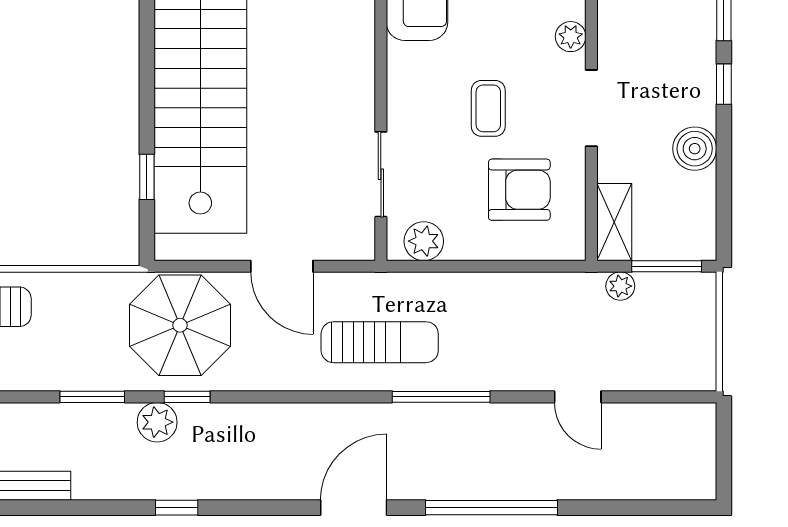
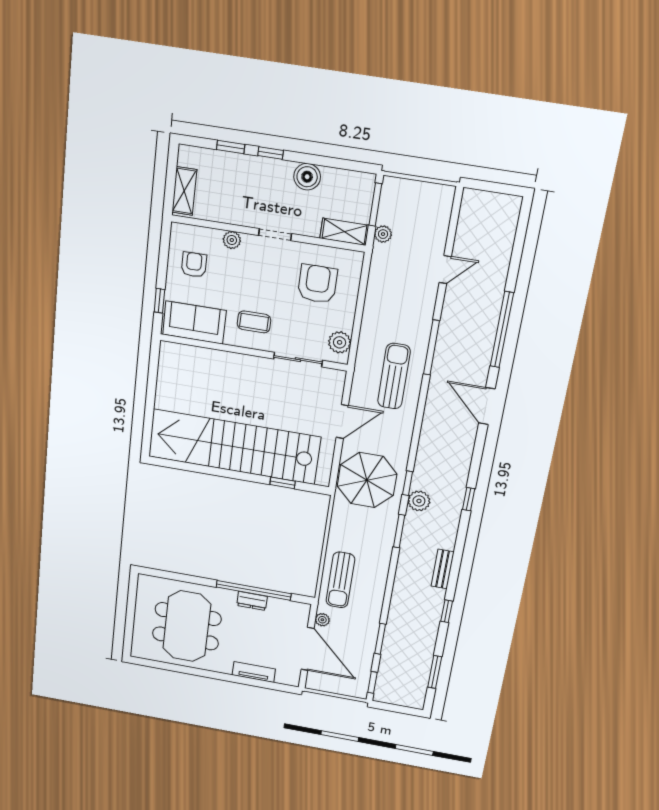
coffee table: (488, 108) -> (254, 322), moved
doorway: (591, 108) -> (275, 235), width x0.73

